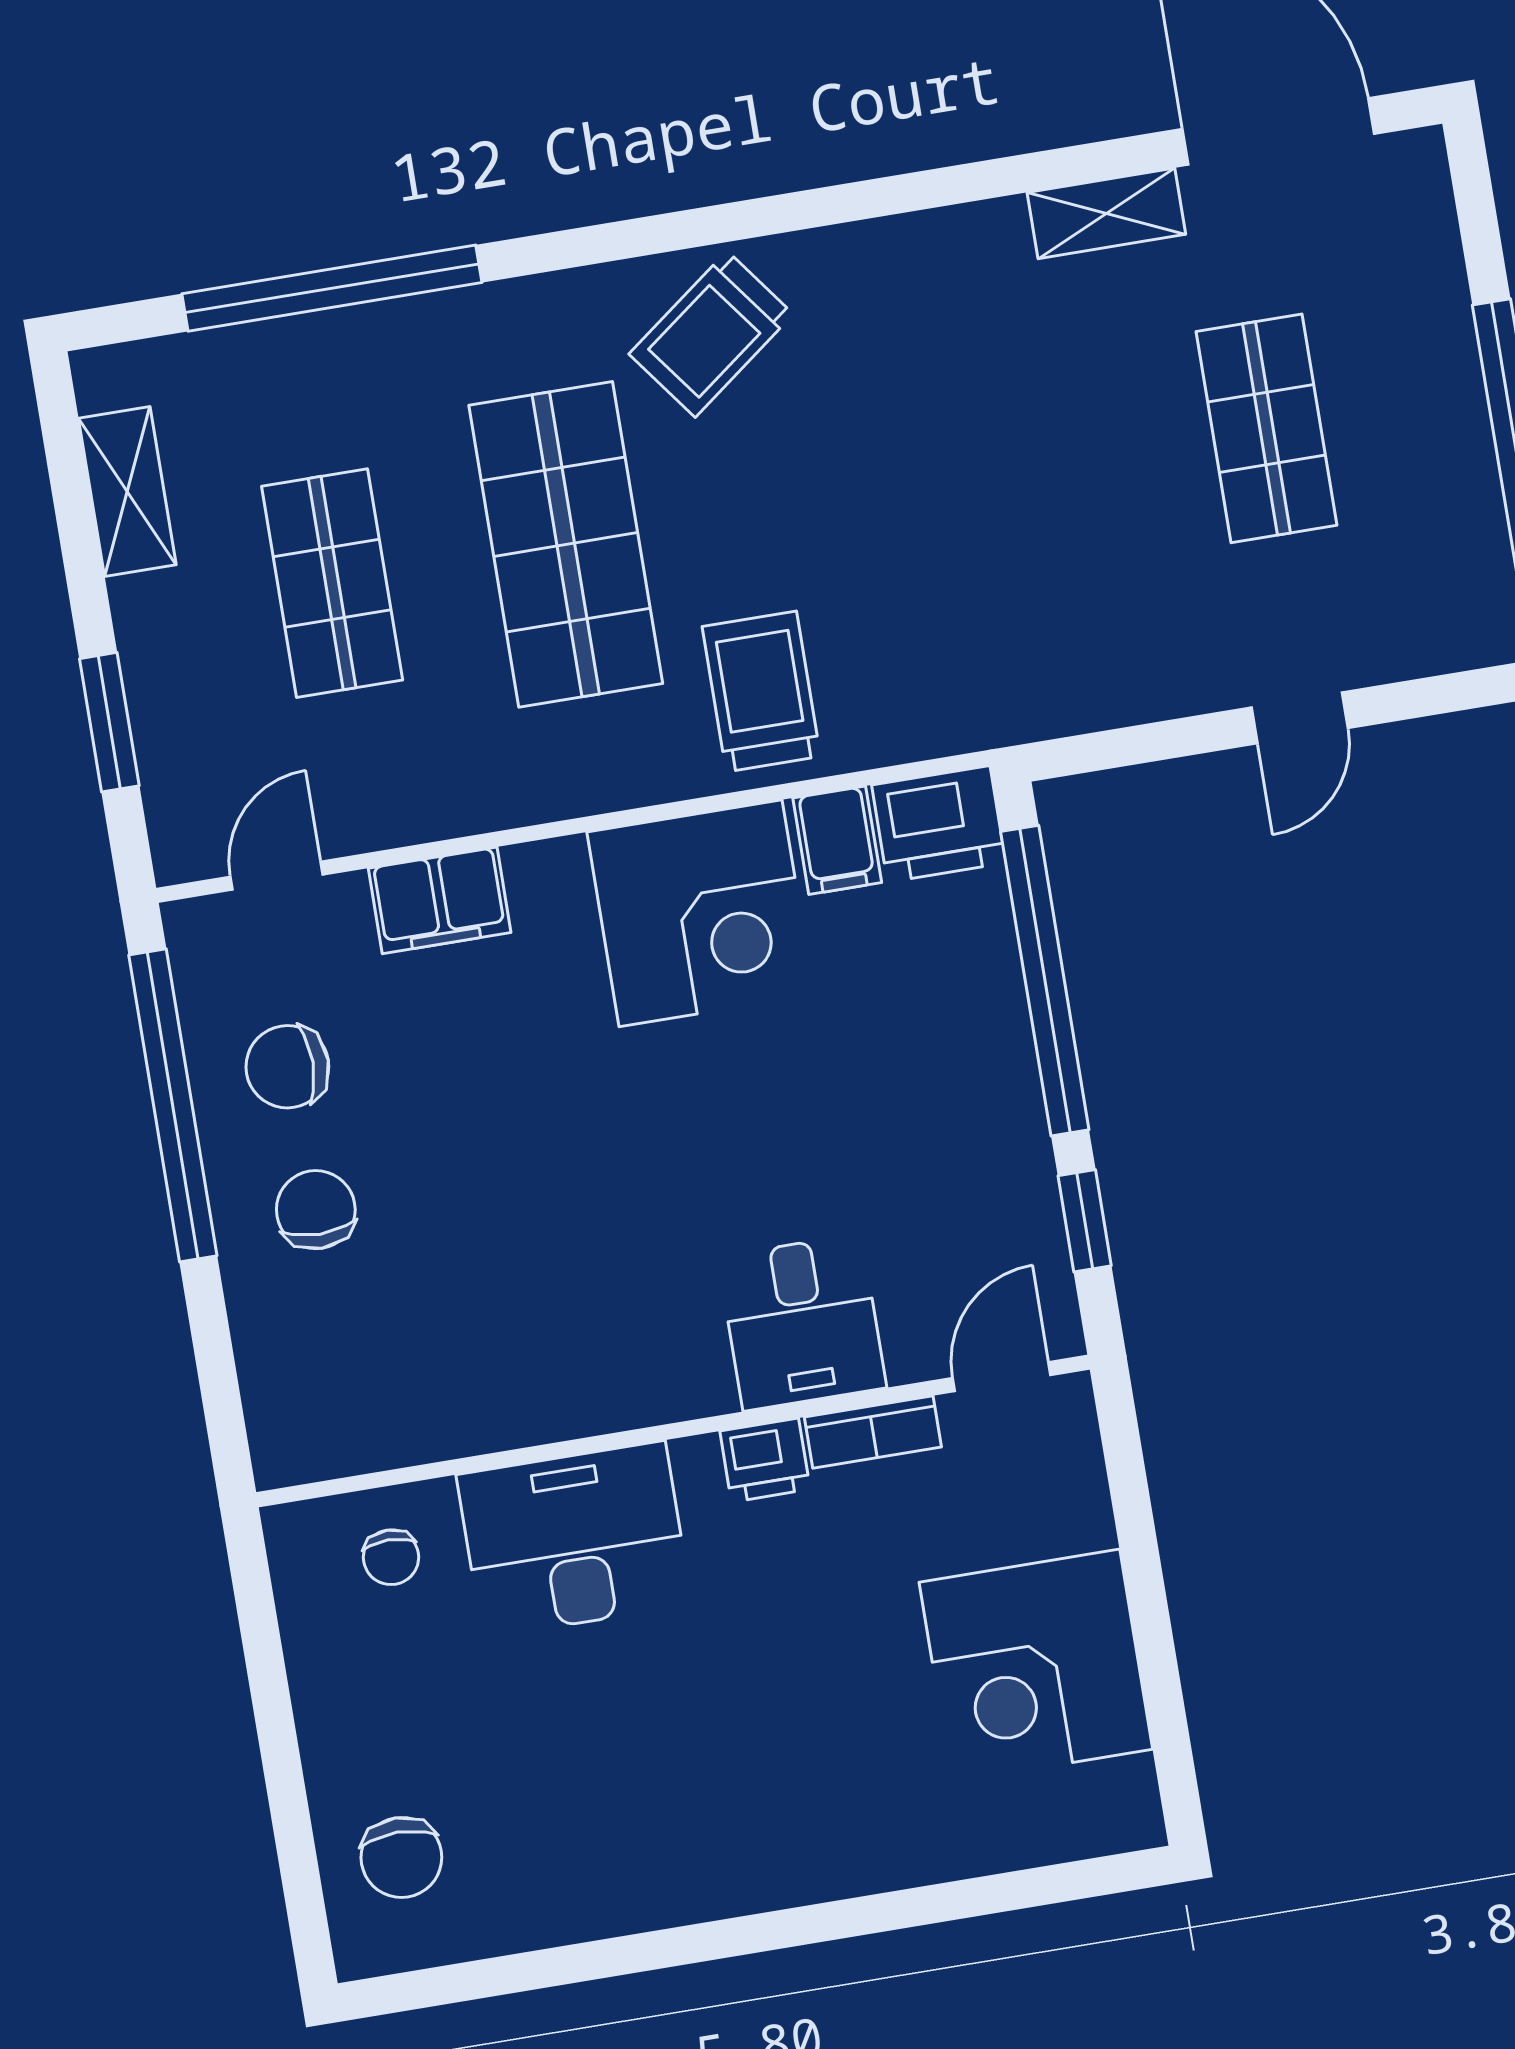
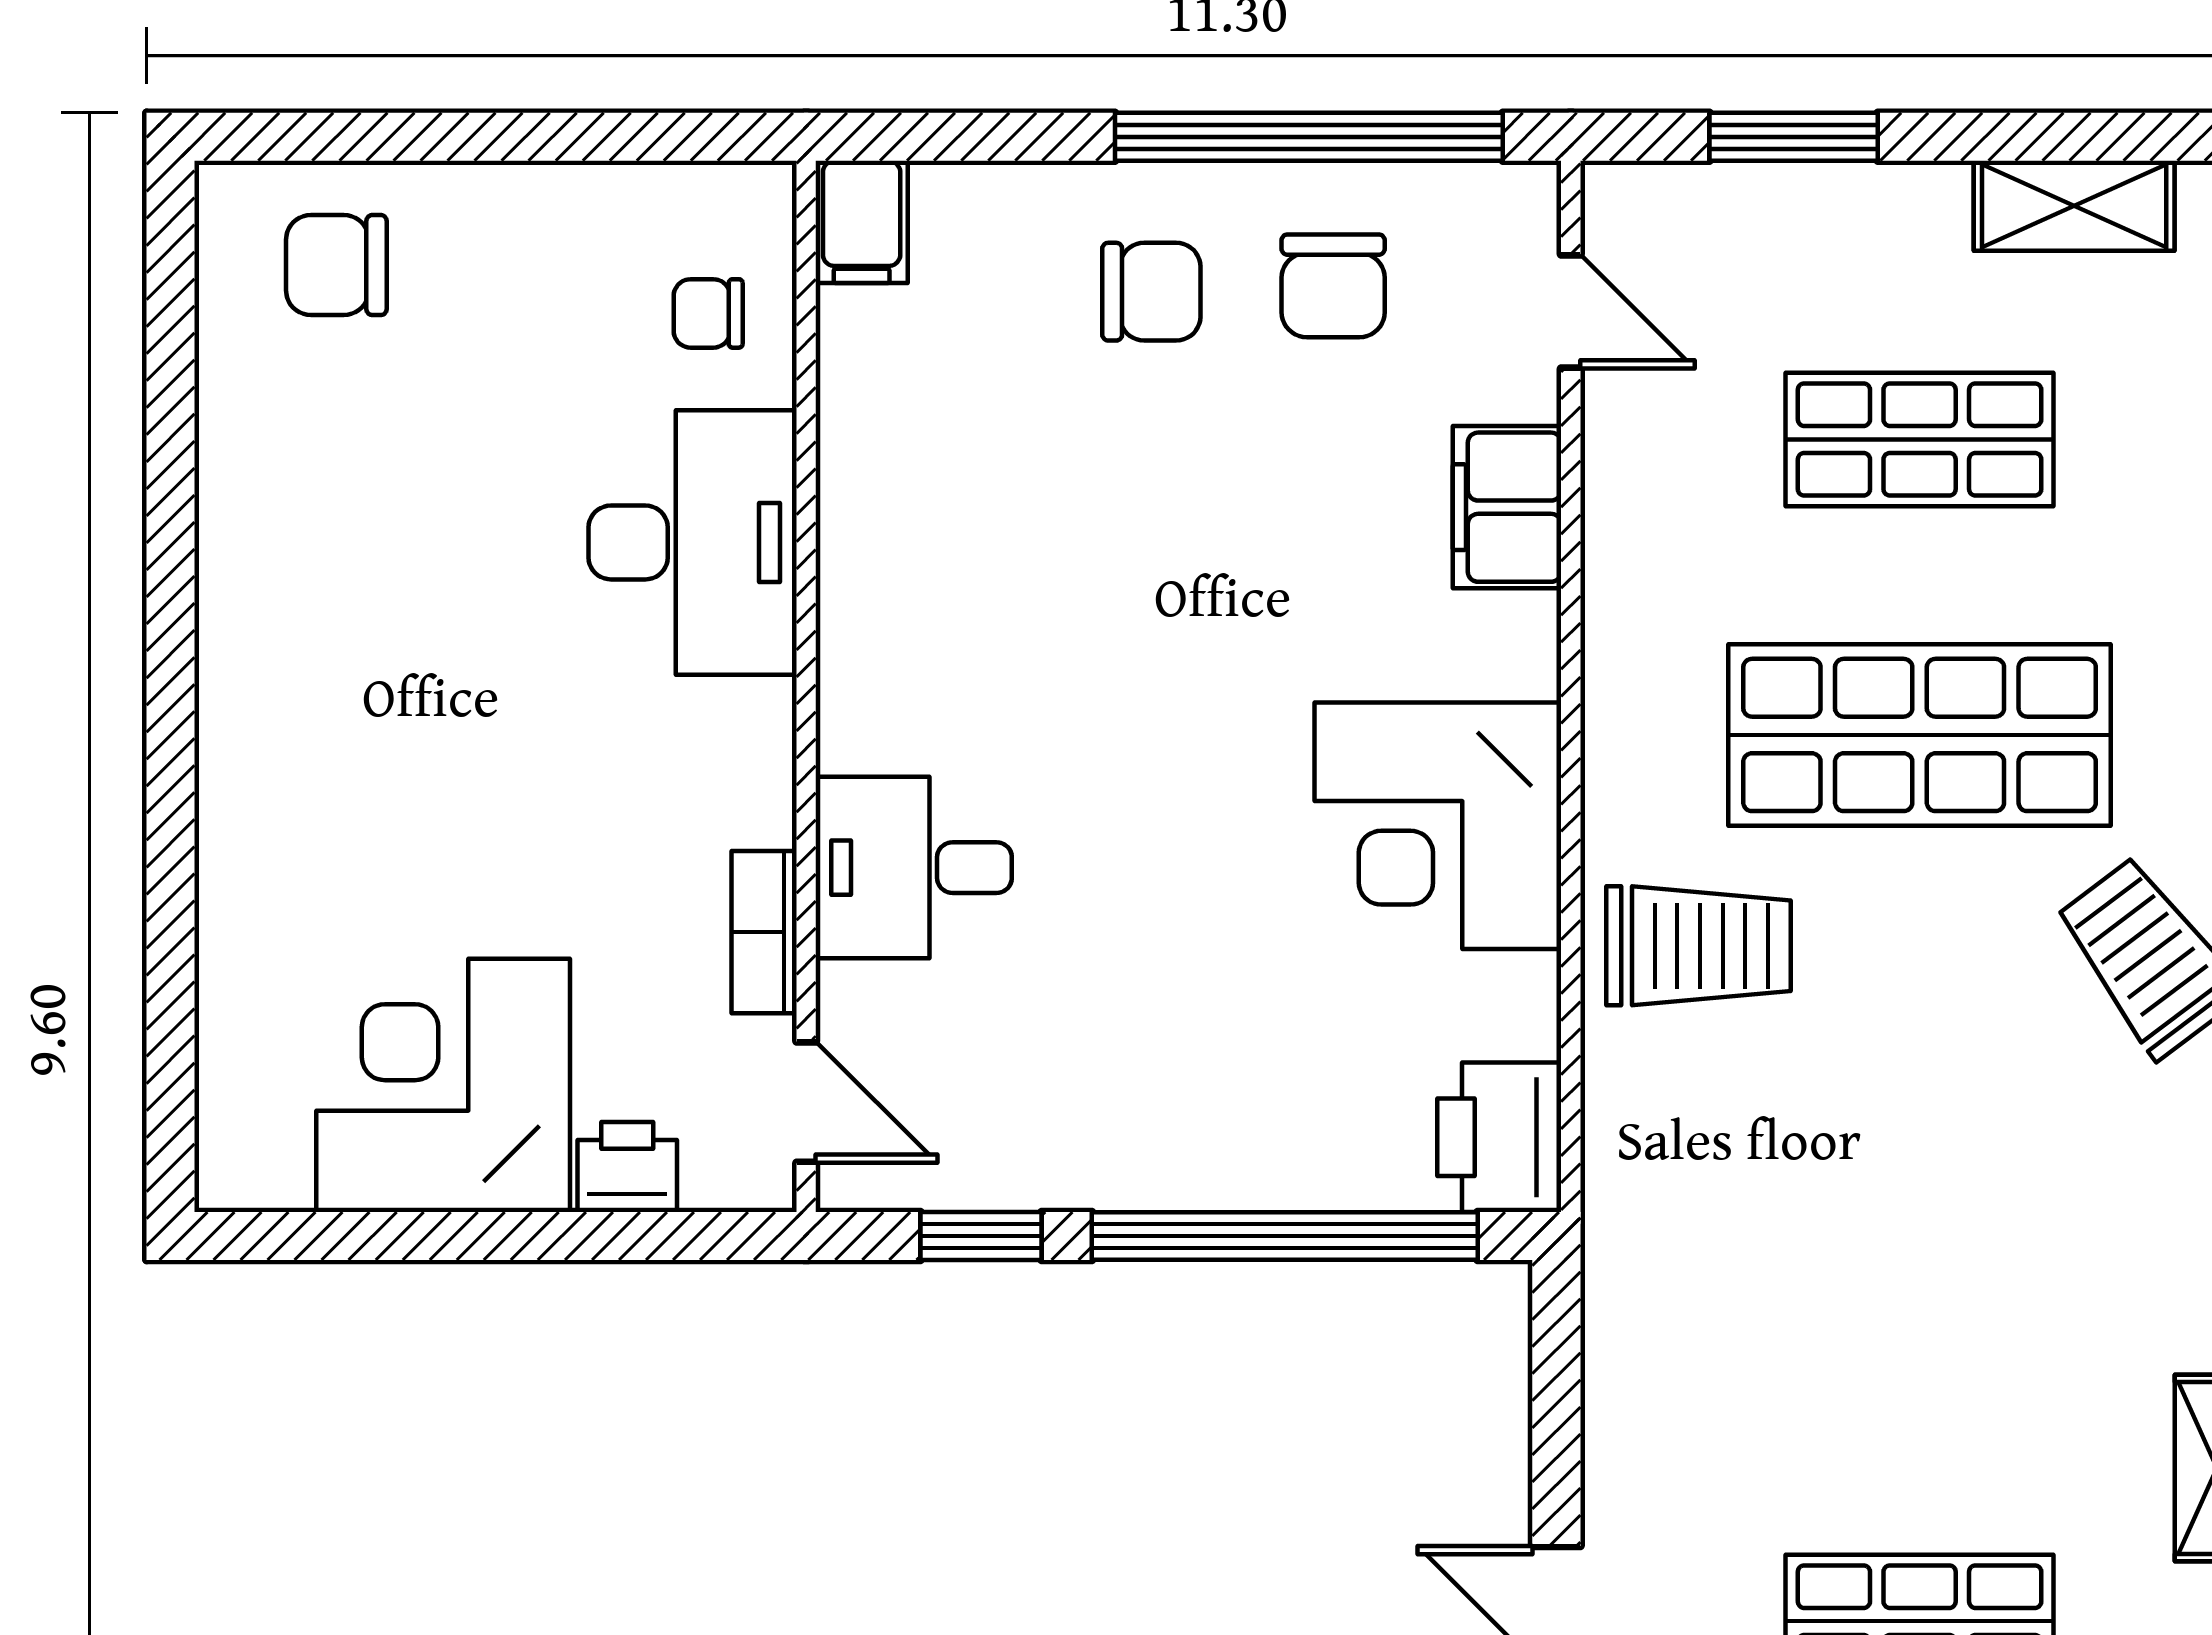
filing cabinet: (837, 840) -> (862, 222), moved, turned -90
chair: (287, 1067) -> (1333, 286), turned 180
printer: (765, 1460) -> (627, 1167), moved, turned 90

